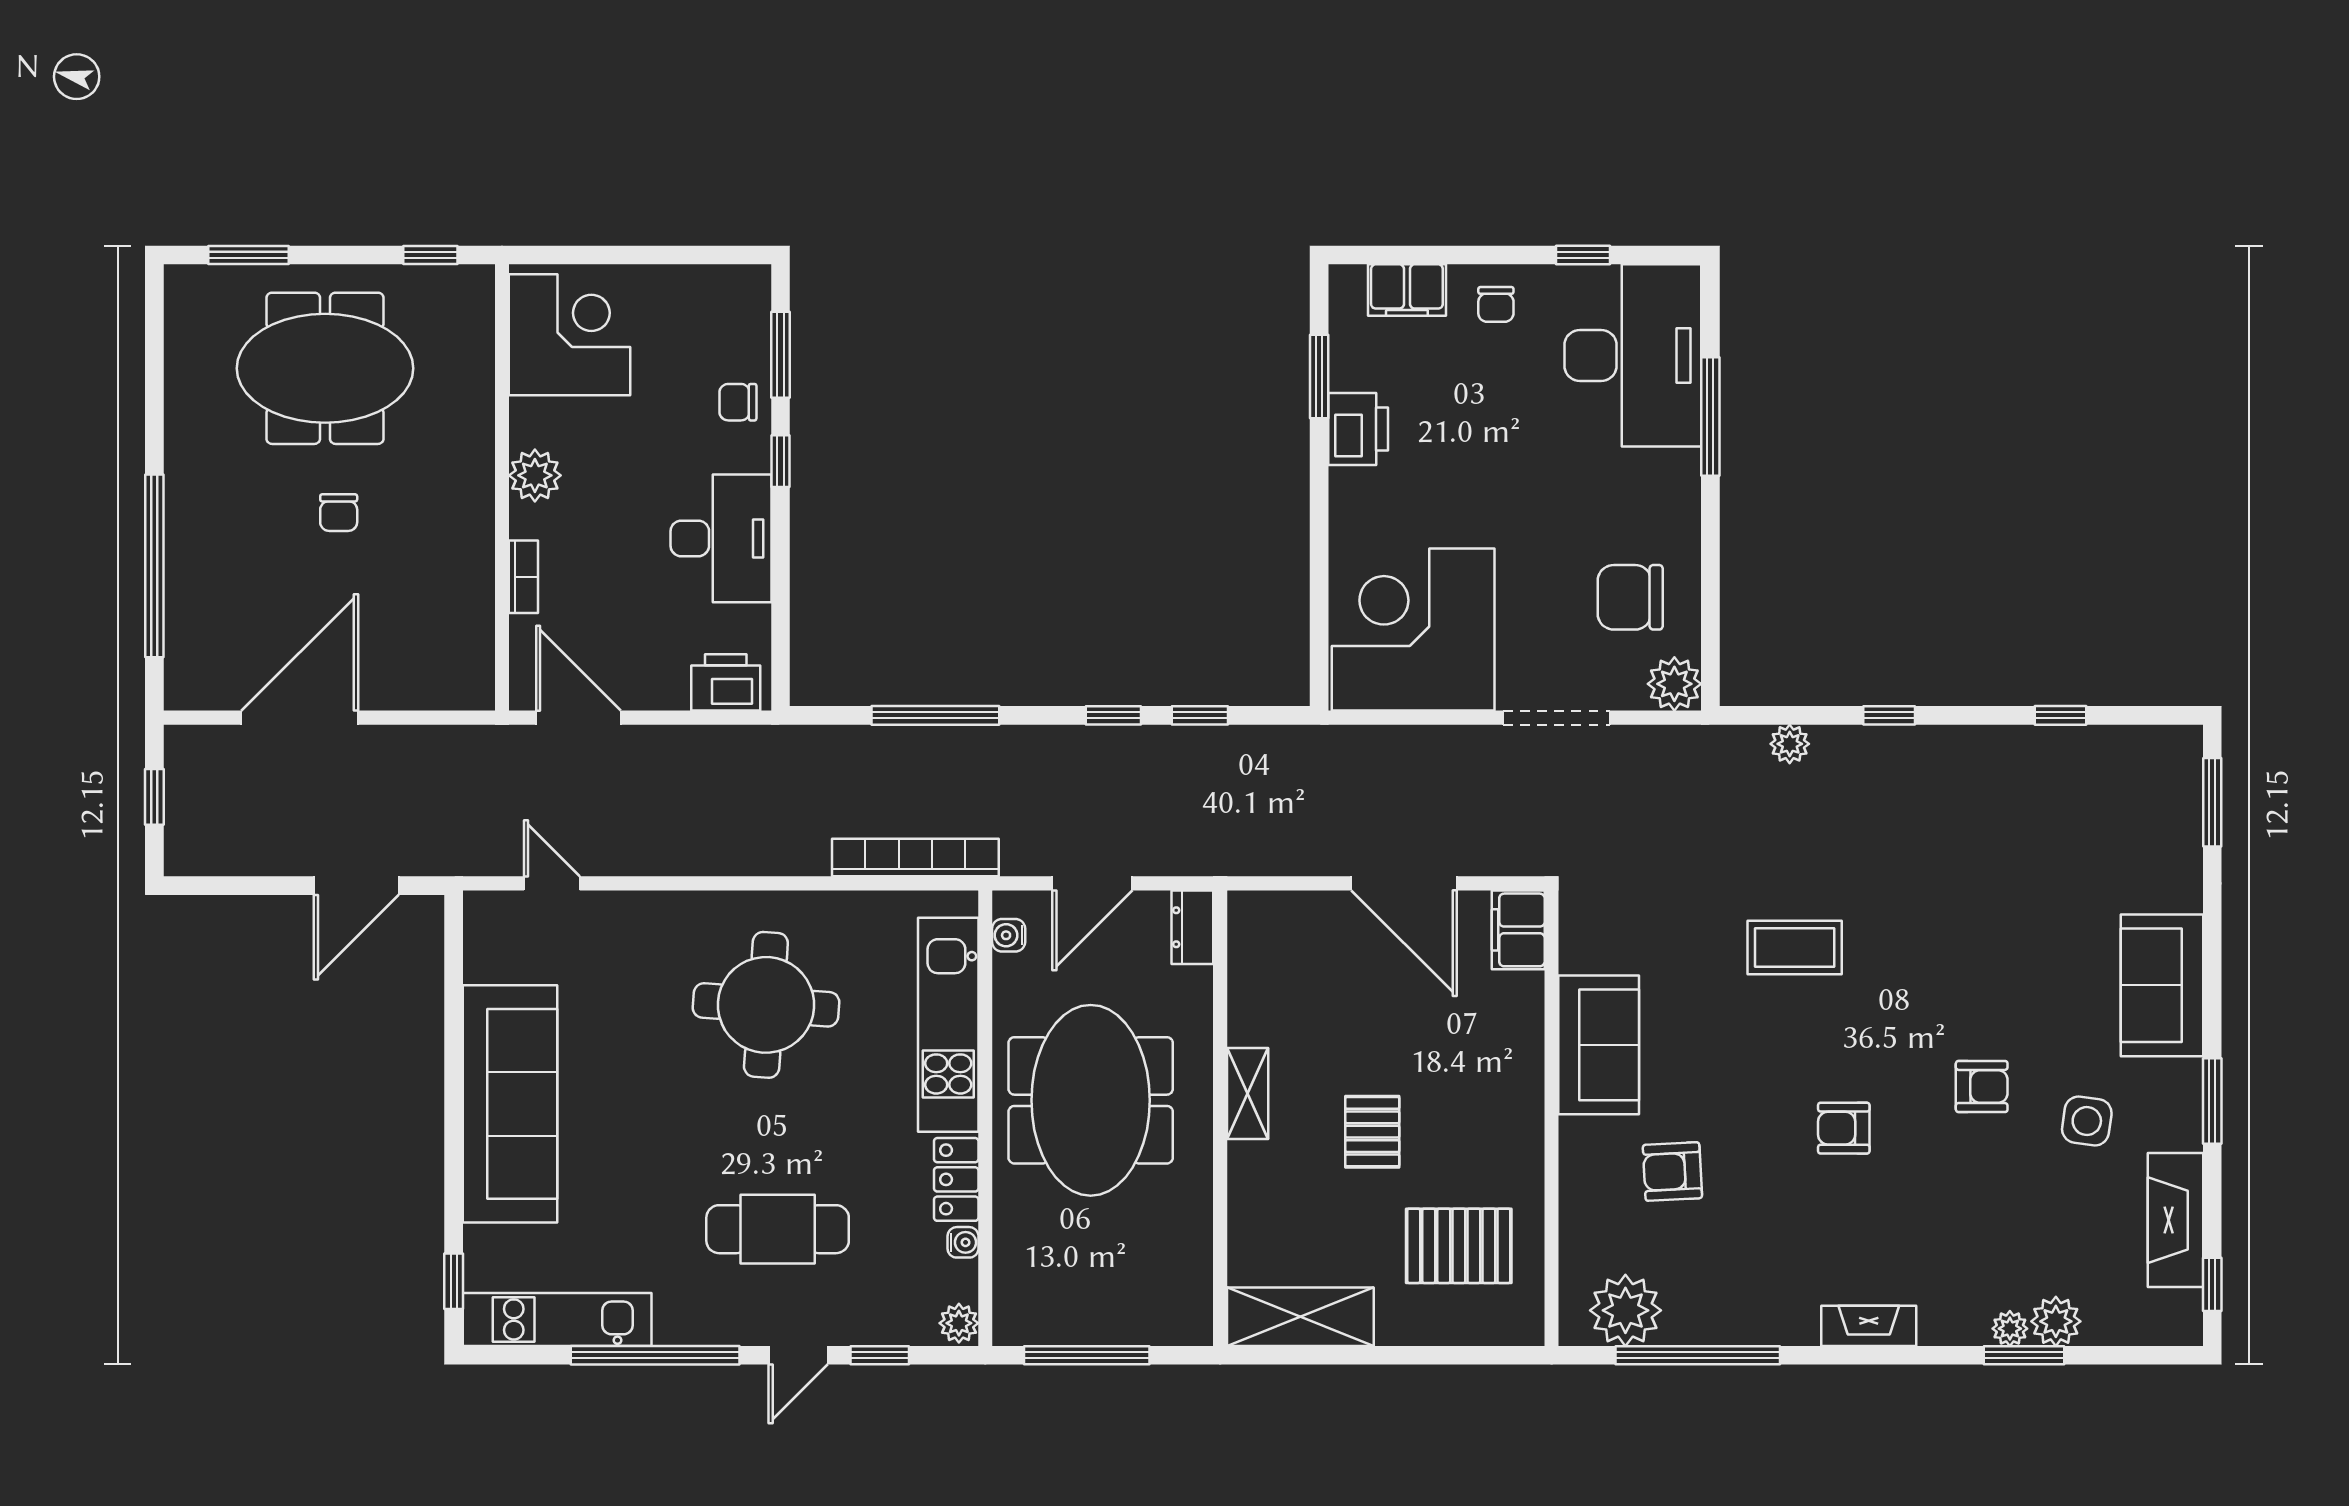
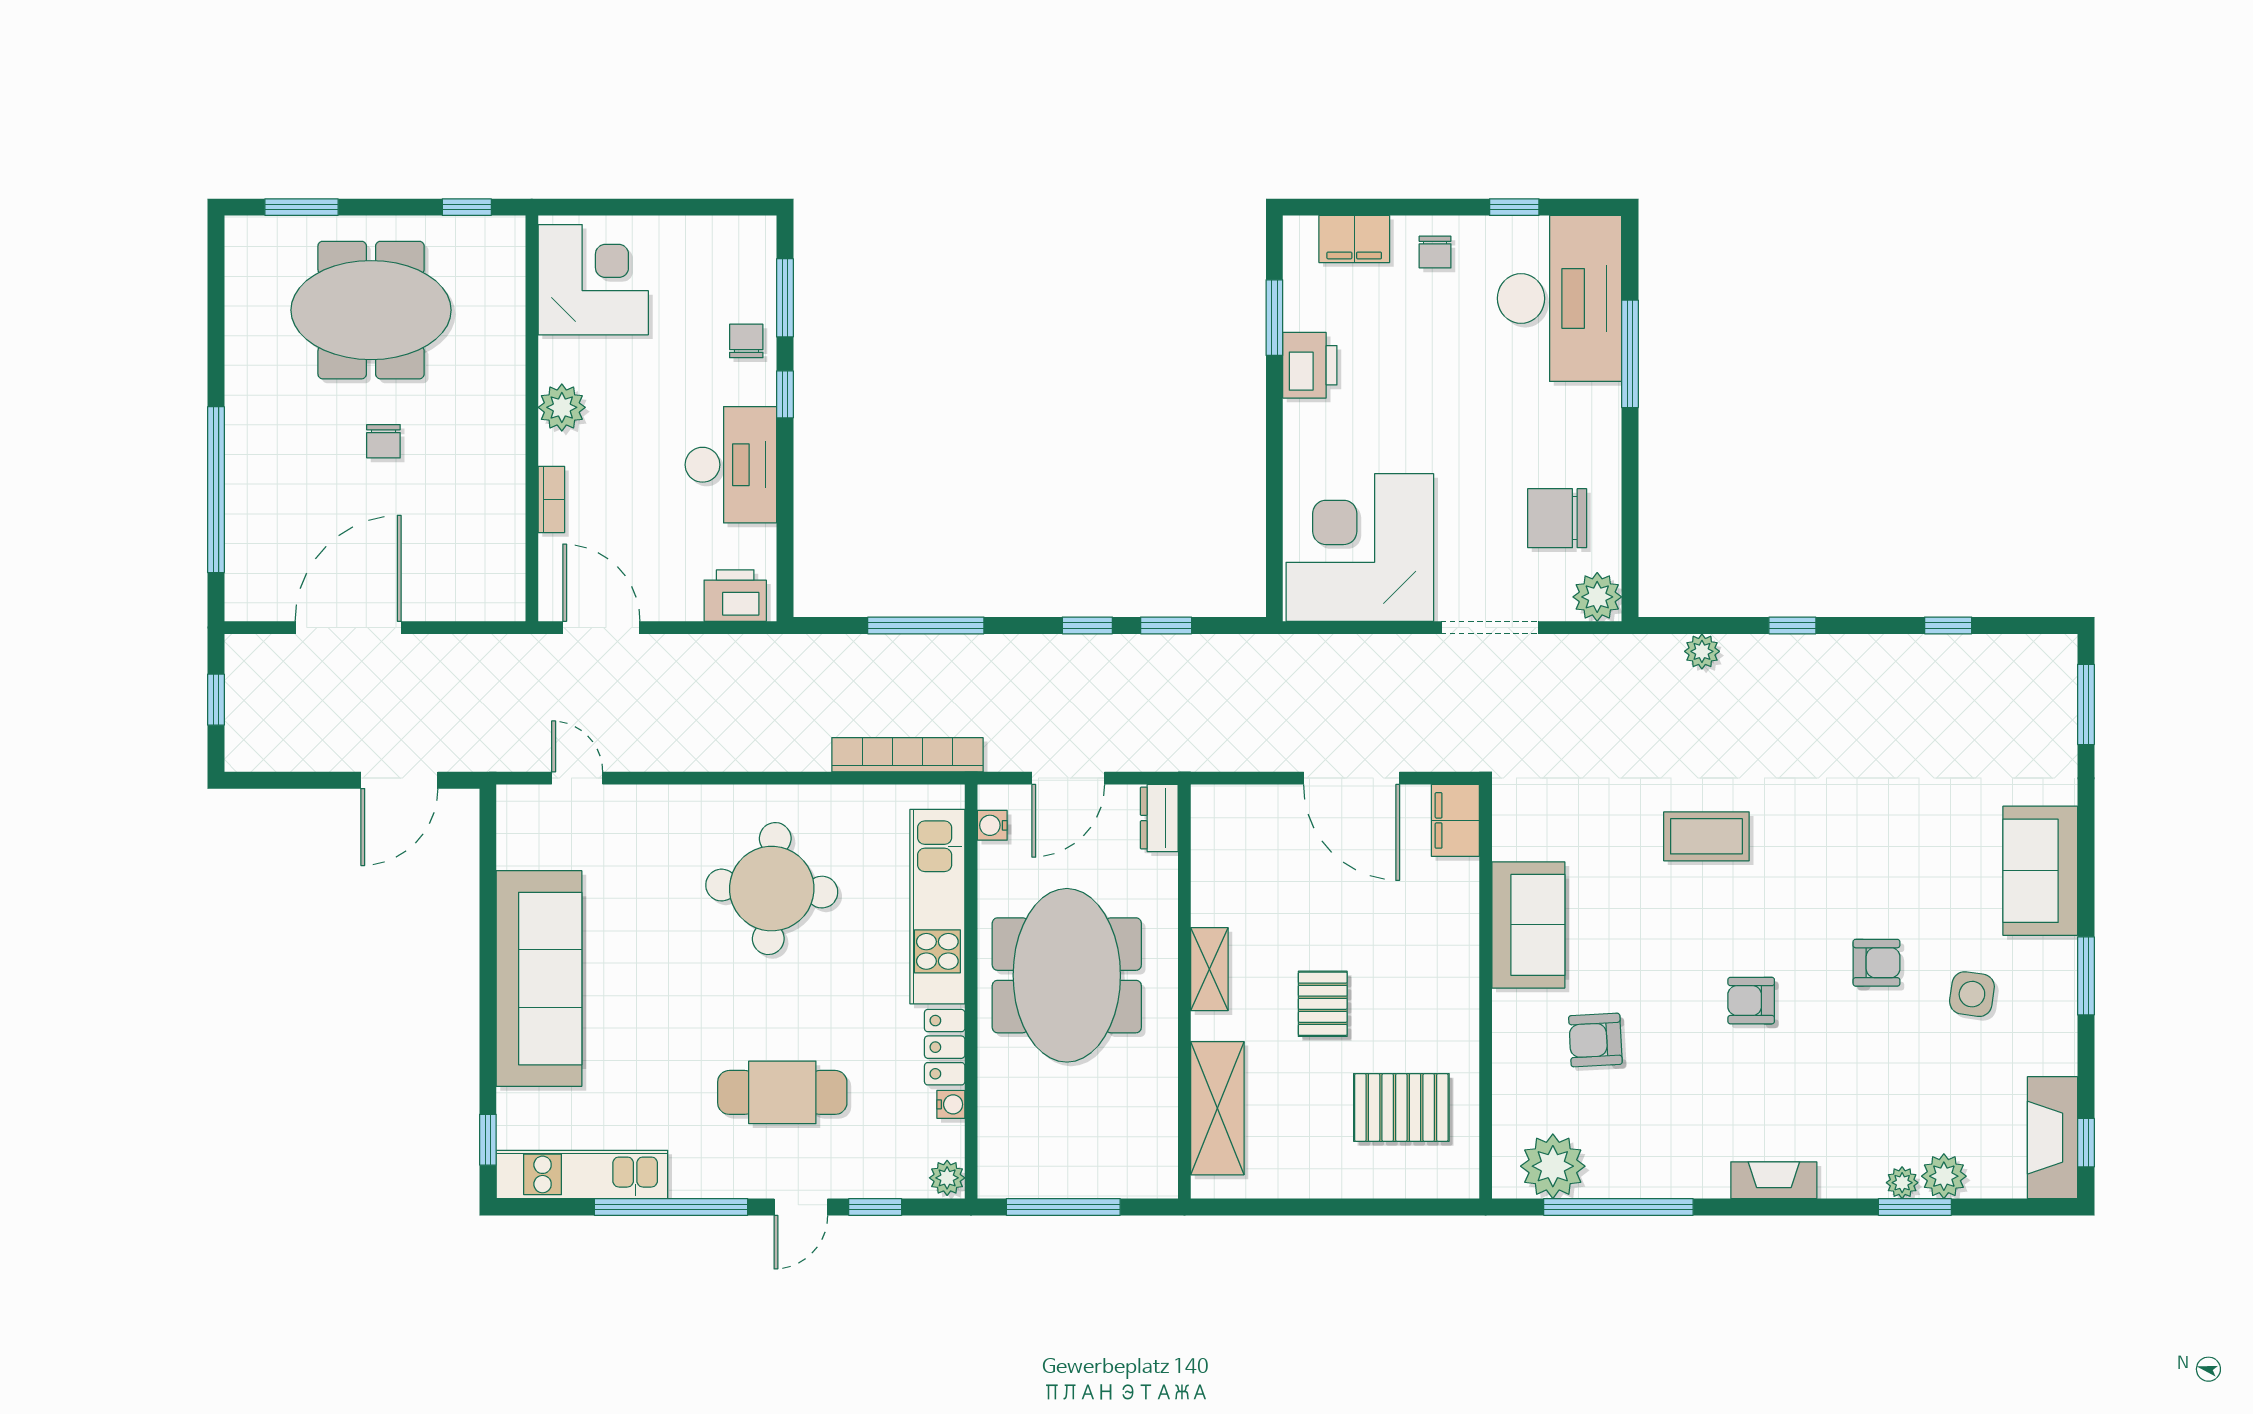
chair: (738, 402) -> (746, 341), turned 90
fireplace: (2175, 1220) -> (2053, 1138), moved
shelving: (1300, 1317) -> (1217, 1108), moved, turned 90

